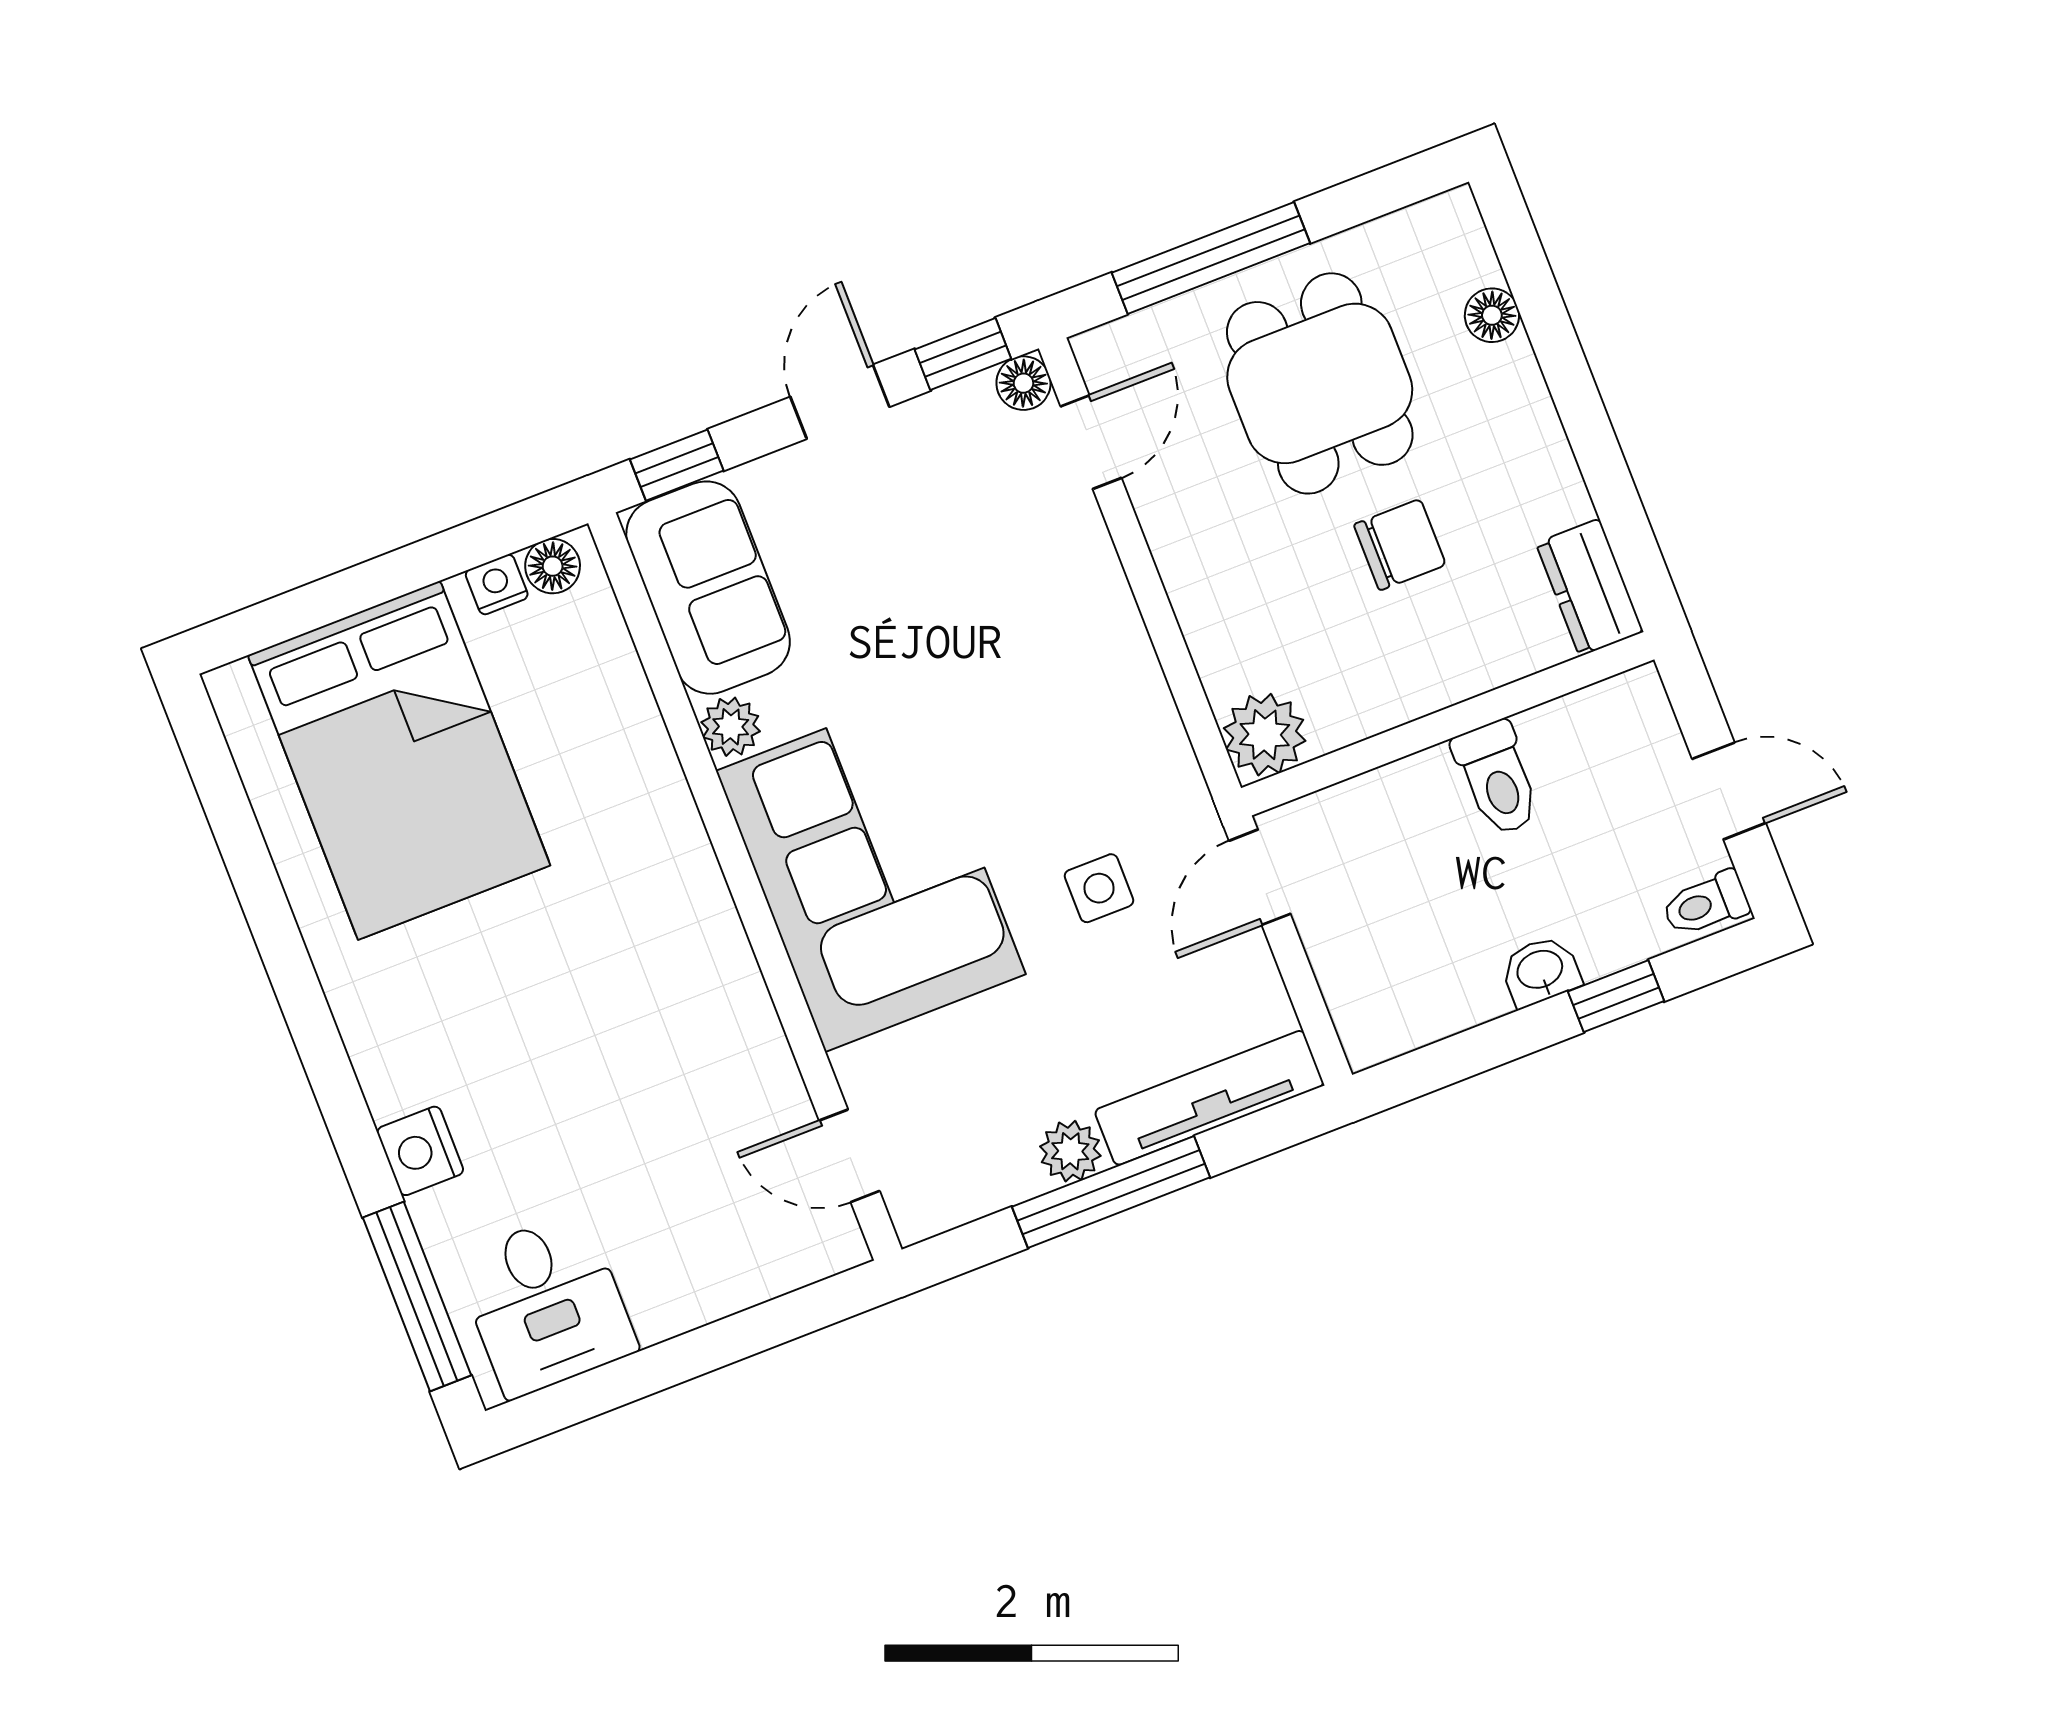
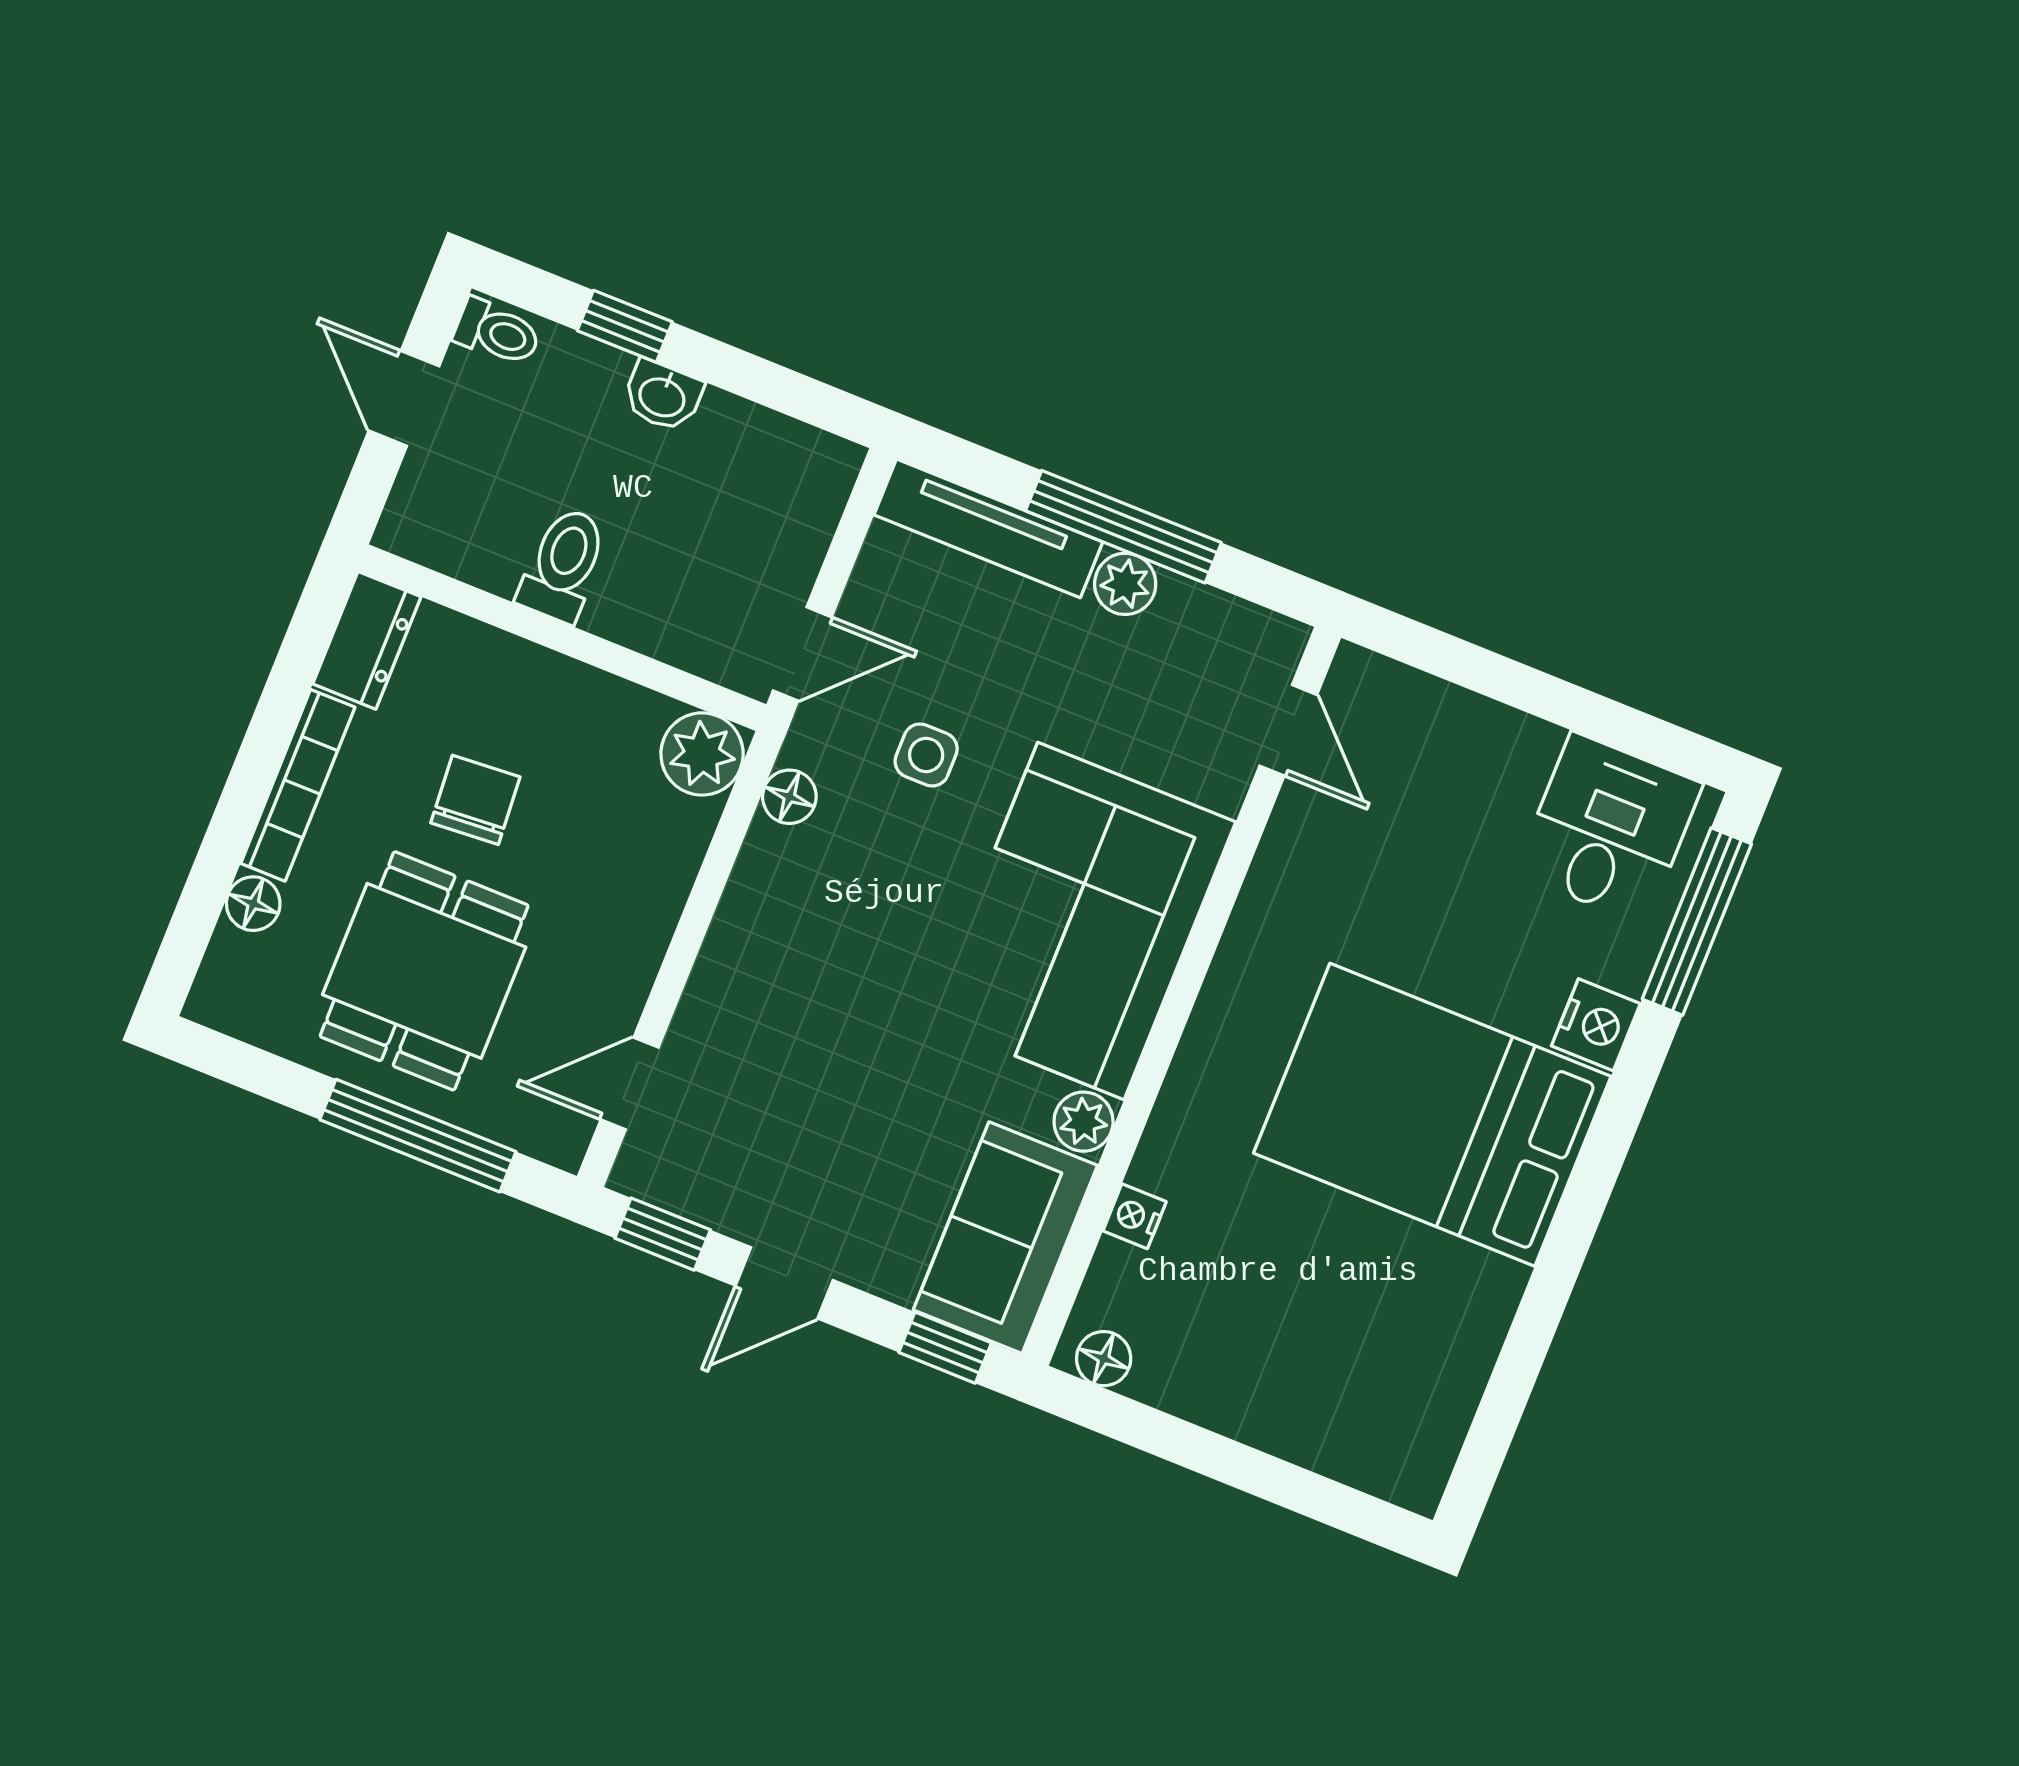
floor lamp: (1023, 383) -> (789, 797), moved
bookcase: (1541, 433) -> (298, 785), added
chair: (1400, 545) -> (475, 800), turned 86
nightstand: (497, 584) -> (1135, 1216), moved, turned 90
bed: (399, 760) -> (1432, 1115), moved, turned -90

